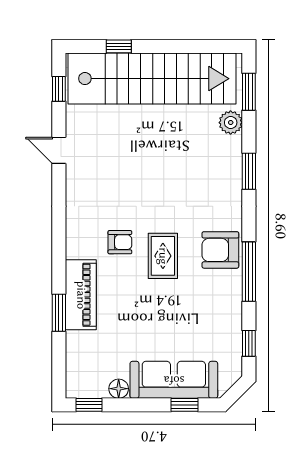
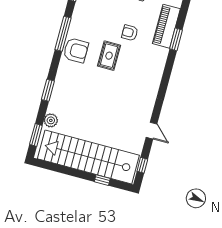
armchair: (120, 242) -> (130, 33), moved
piano: (81, 295) -> (166, 26), moved

